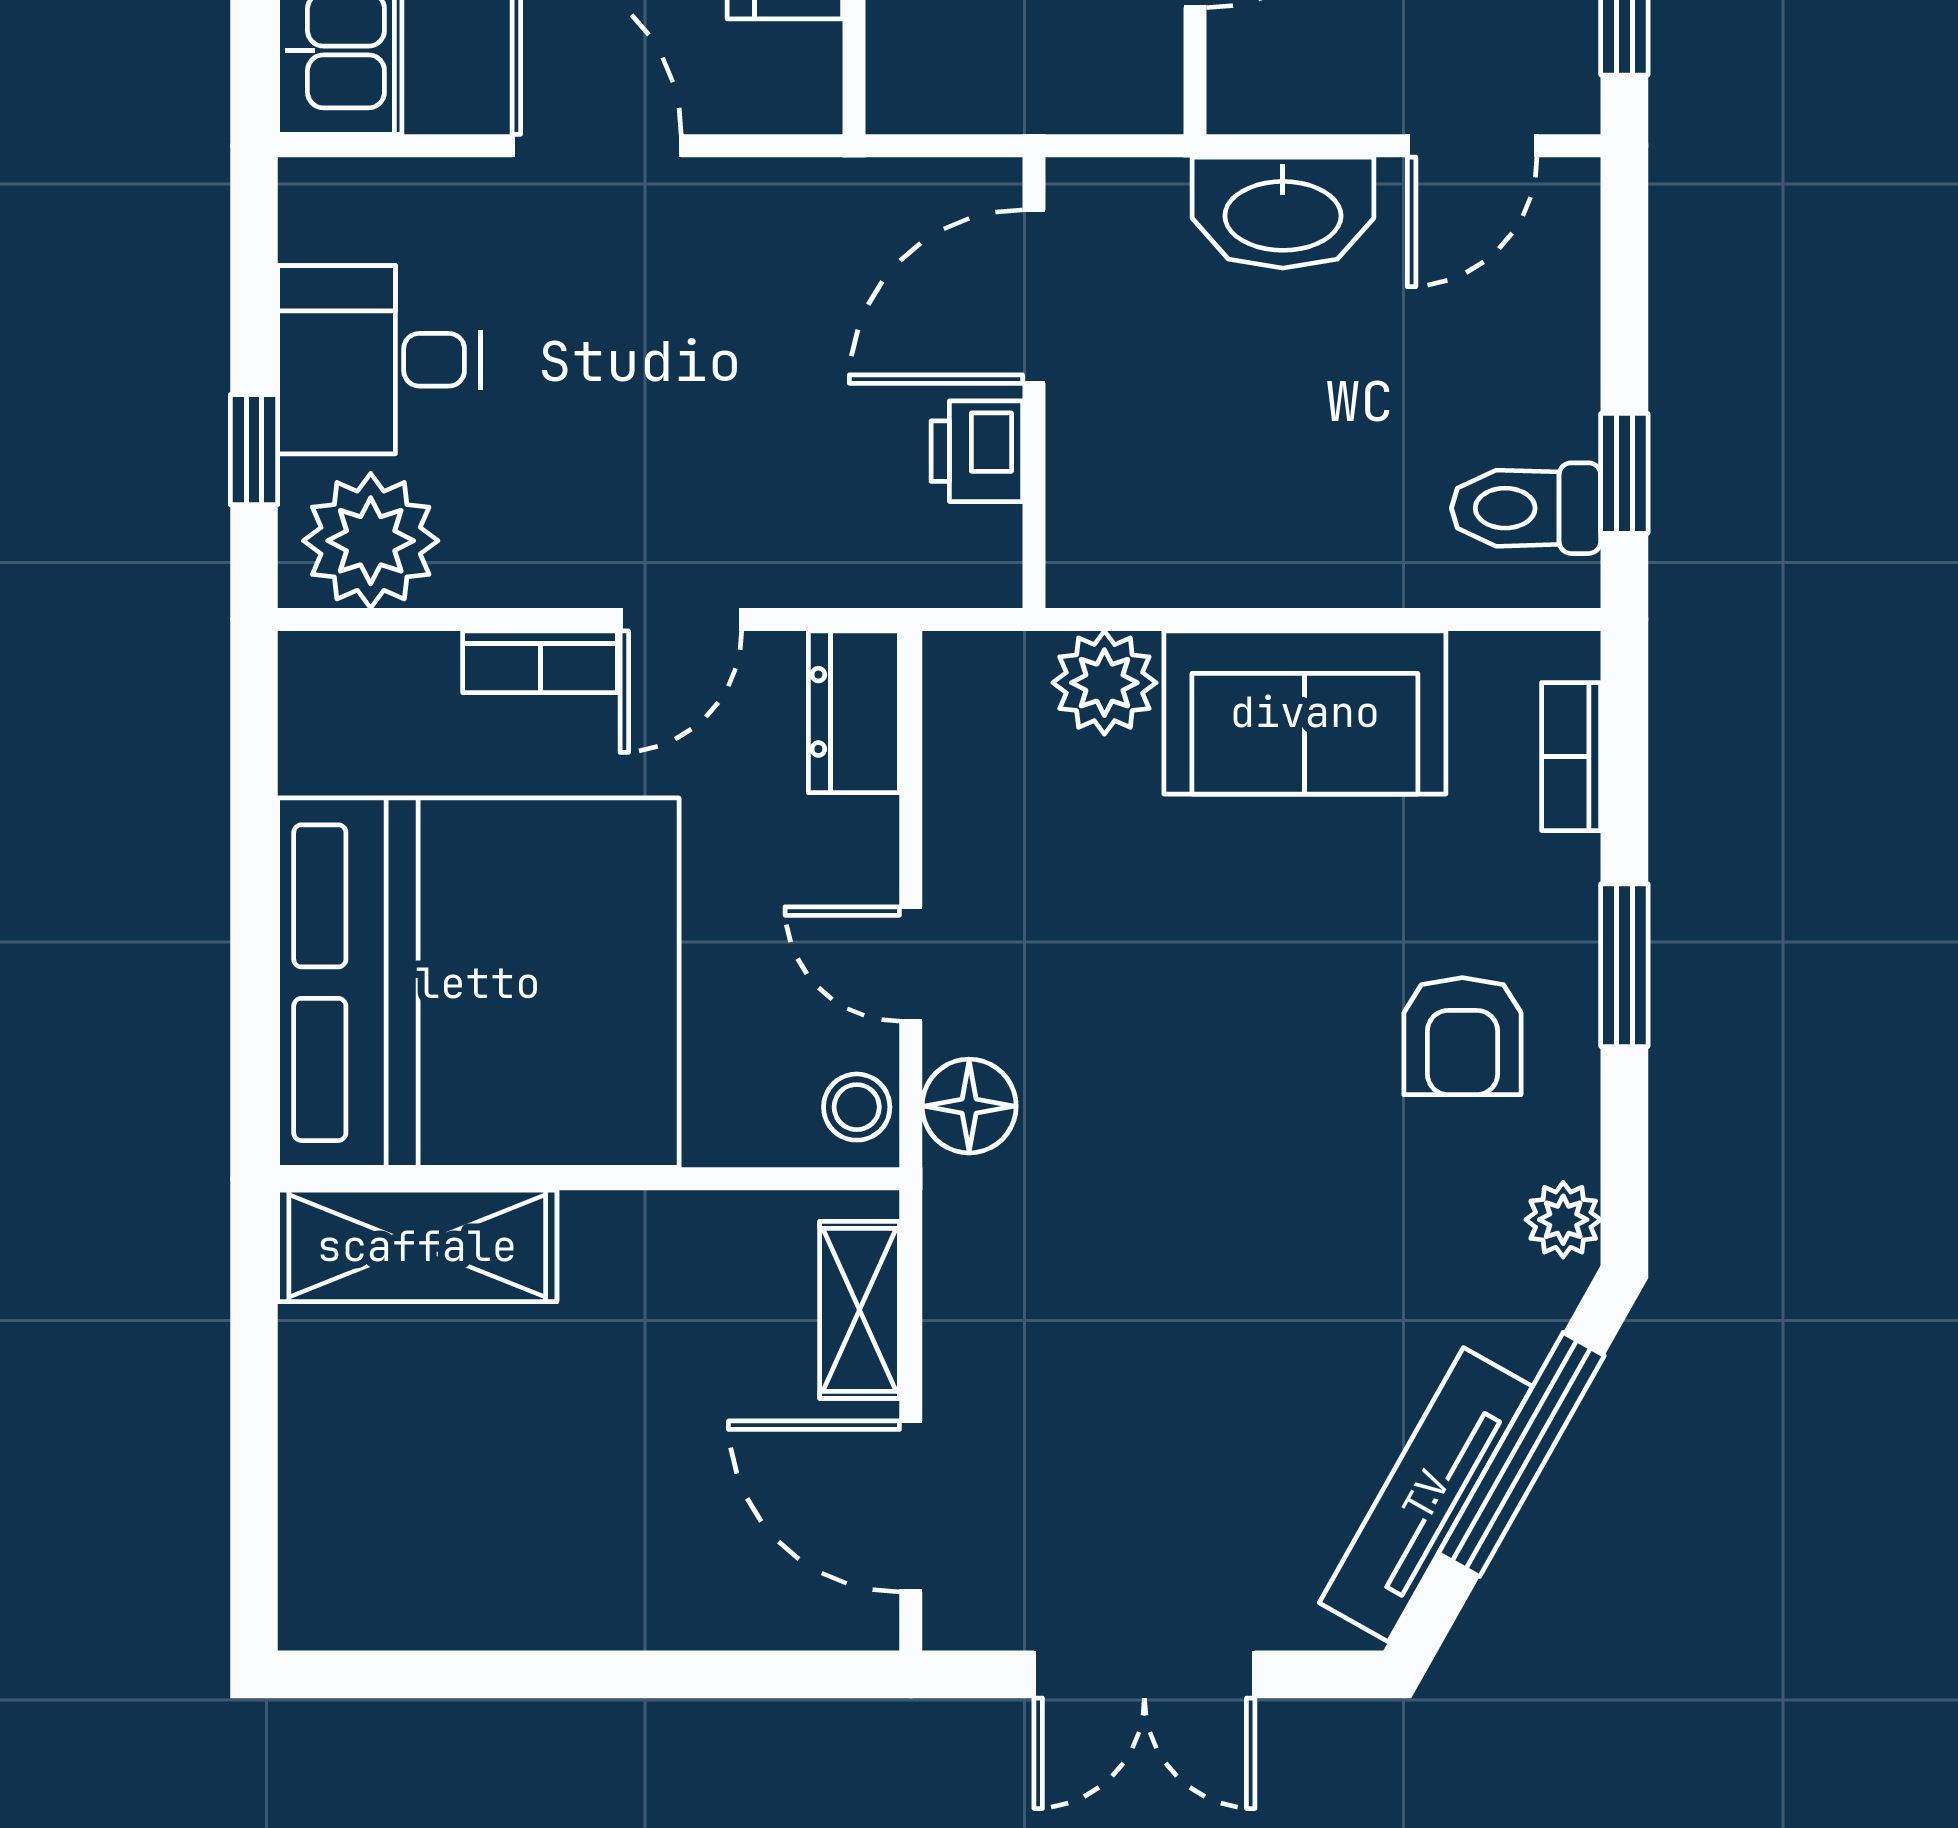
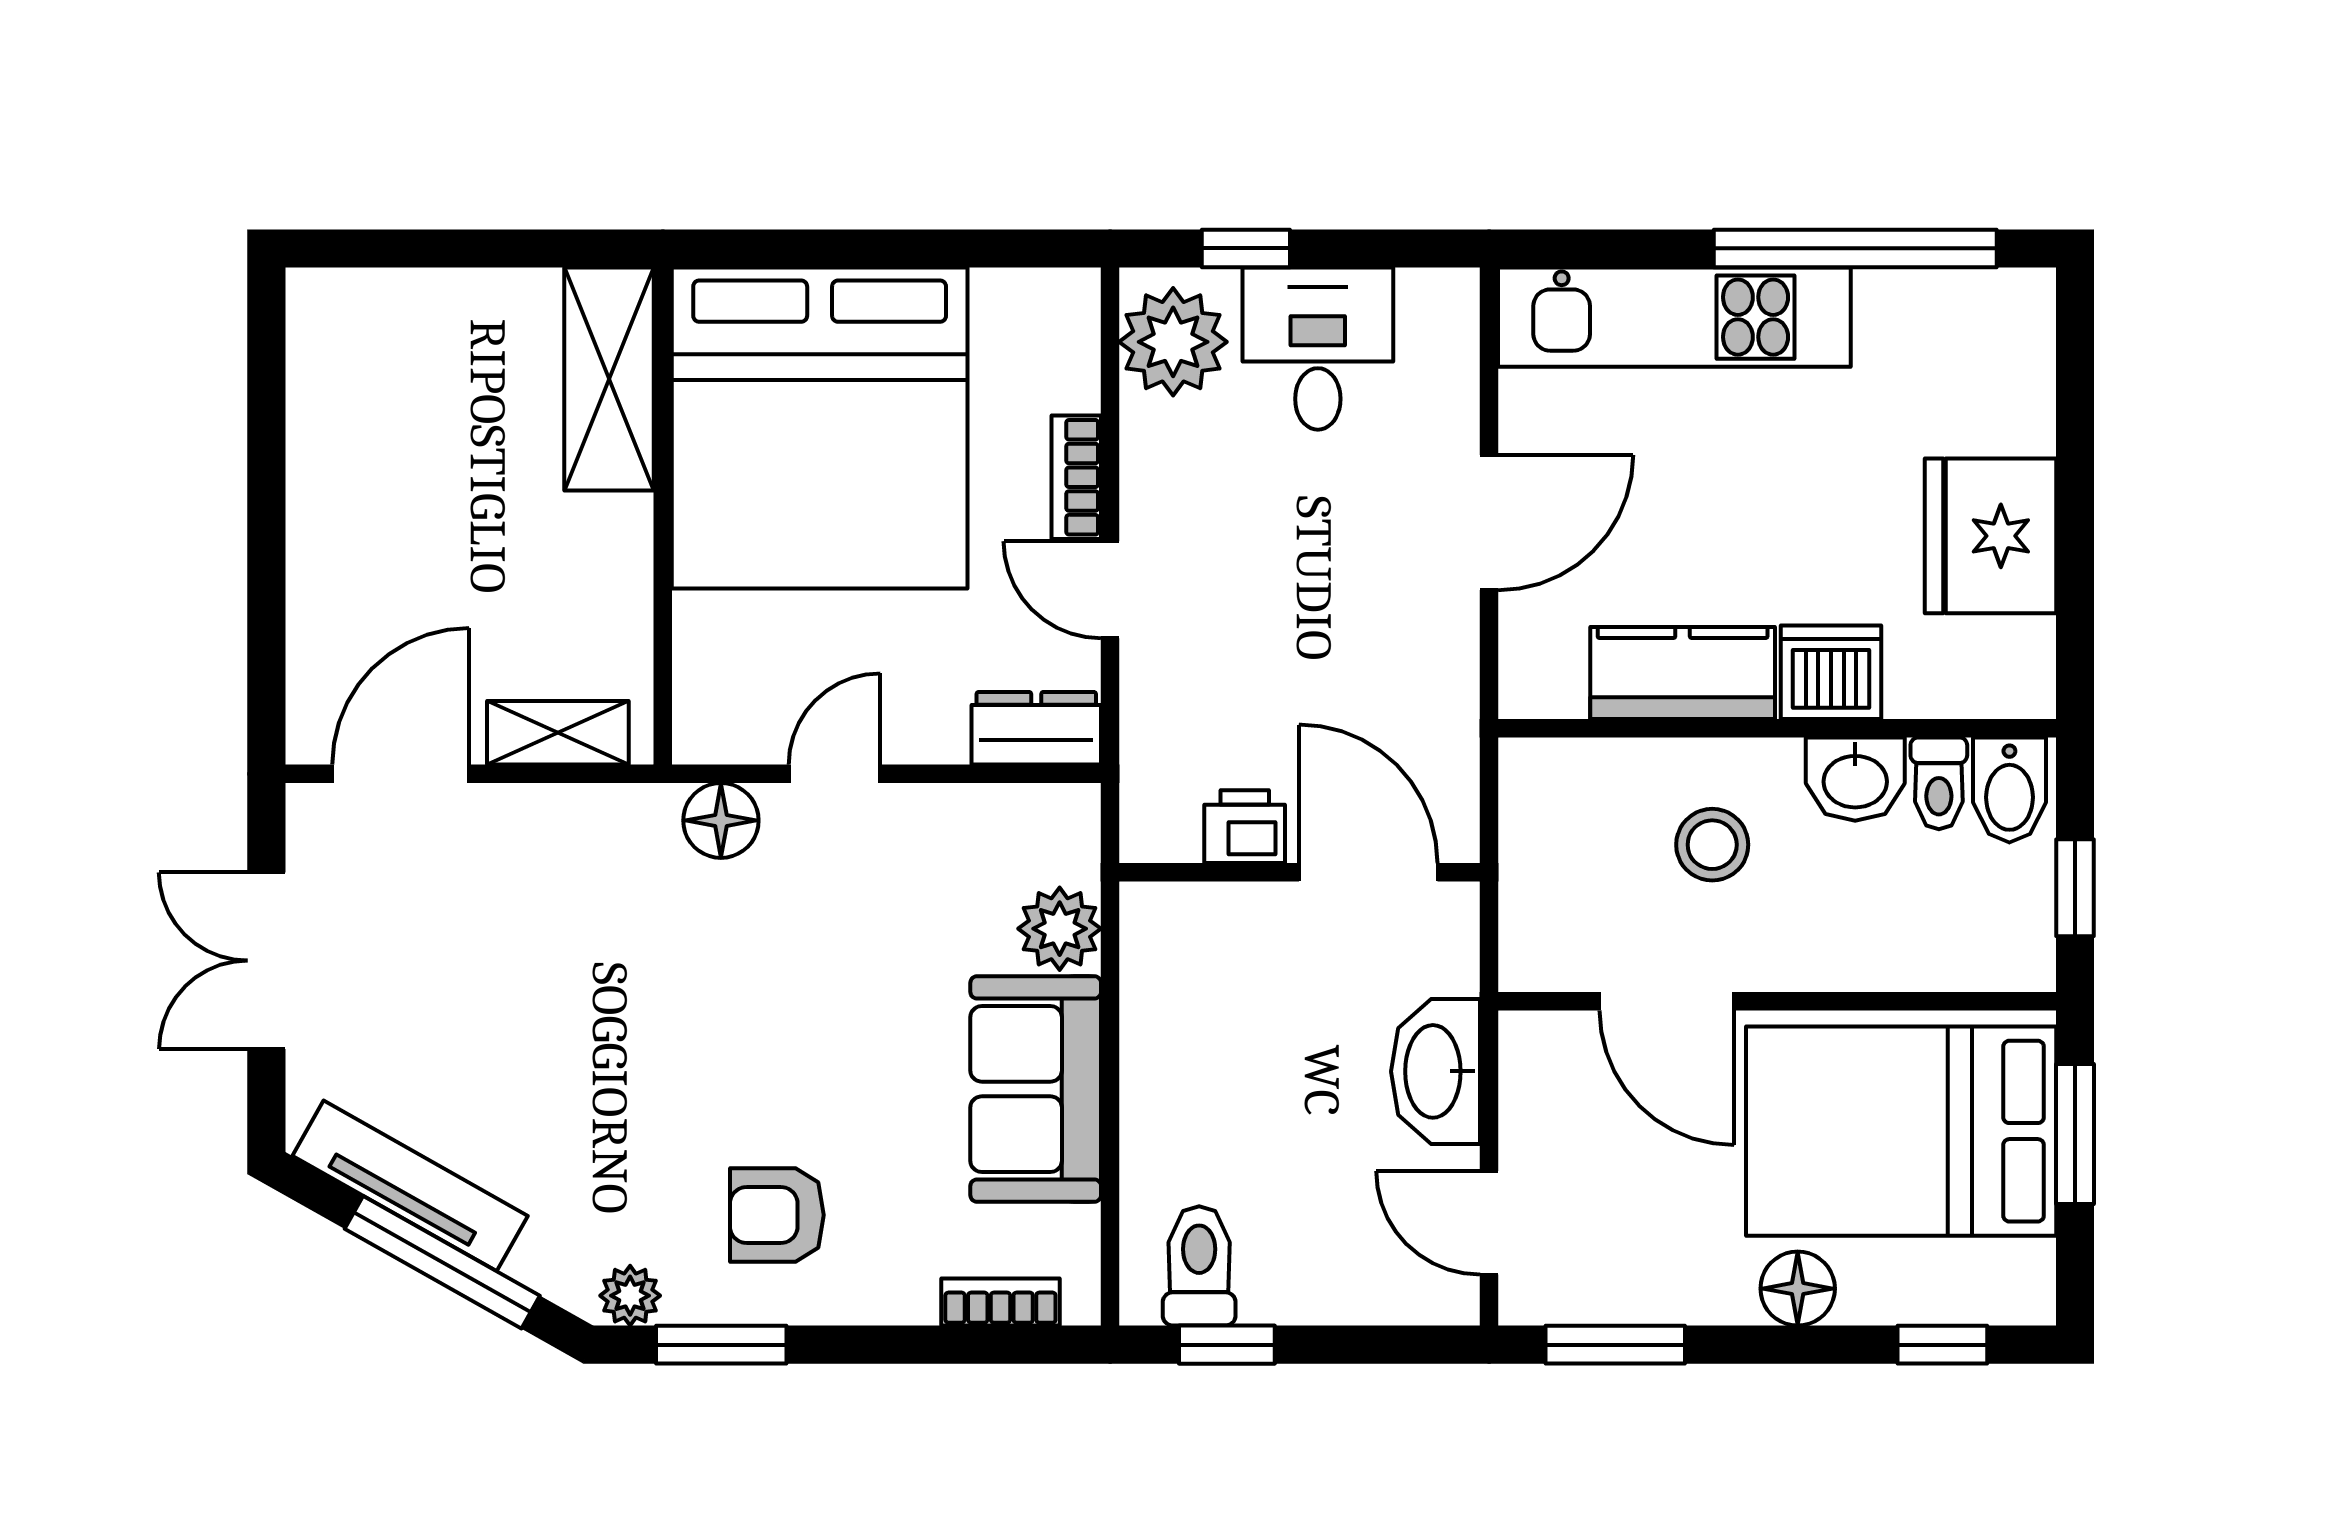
window: (1624, 965) -> (721, 1345), moved
stool: (857, 1107) -> (720, 731), removed

